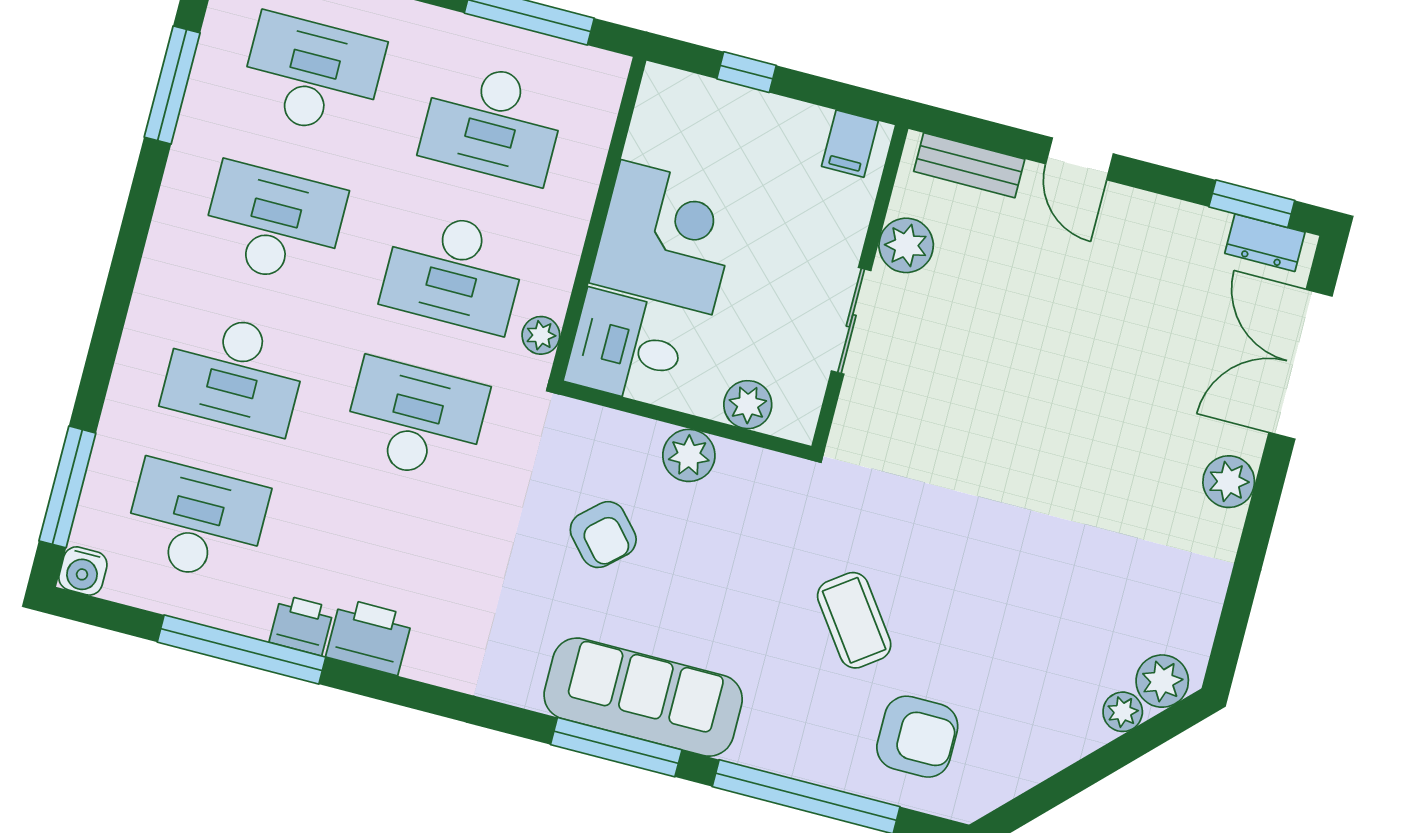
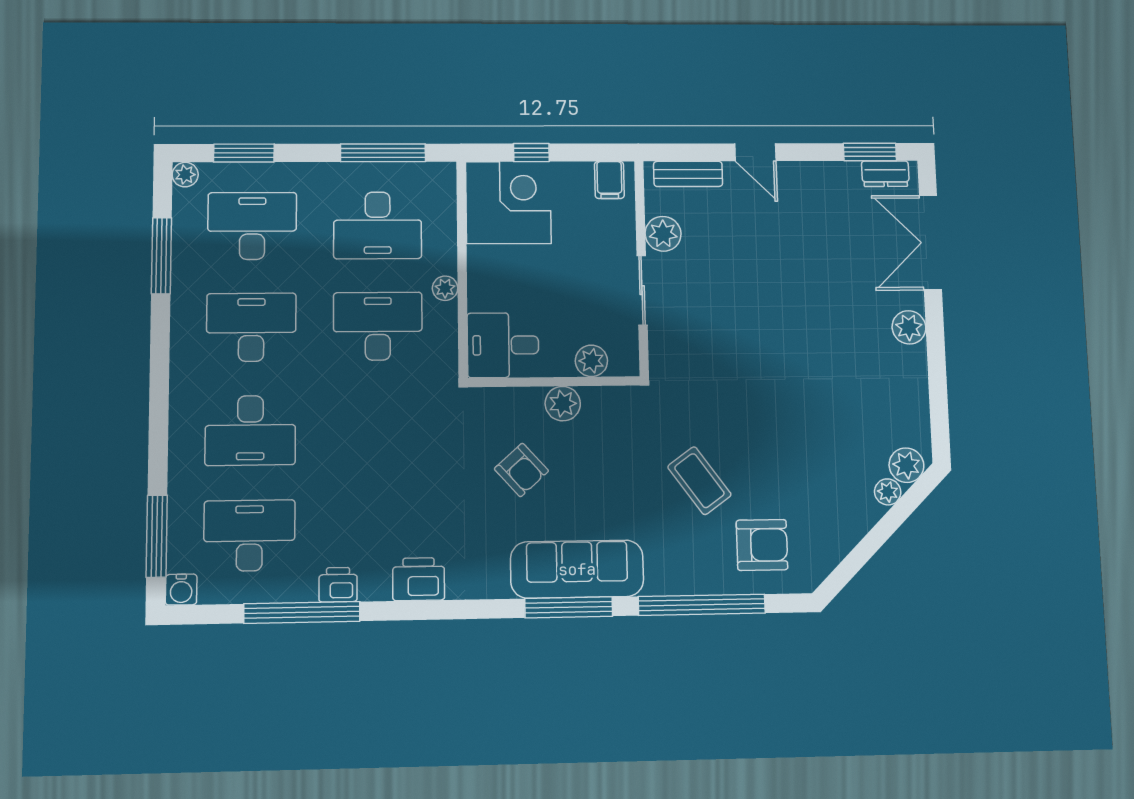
corner desk: (666, 237) -> (508, 202), moved
desk: (454, 271) -> (378, 326), turned 180
plant: (541, 335) -> (445, 288), moved
desk: (415, 420) -> (378, 429), removed
printer: (369, 637) -> (419, 579), moved

